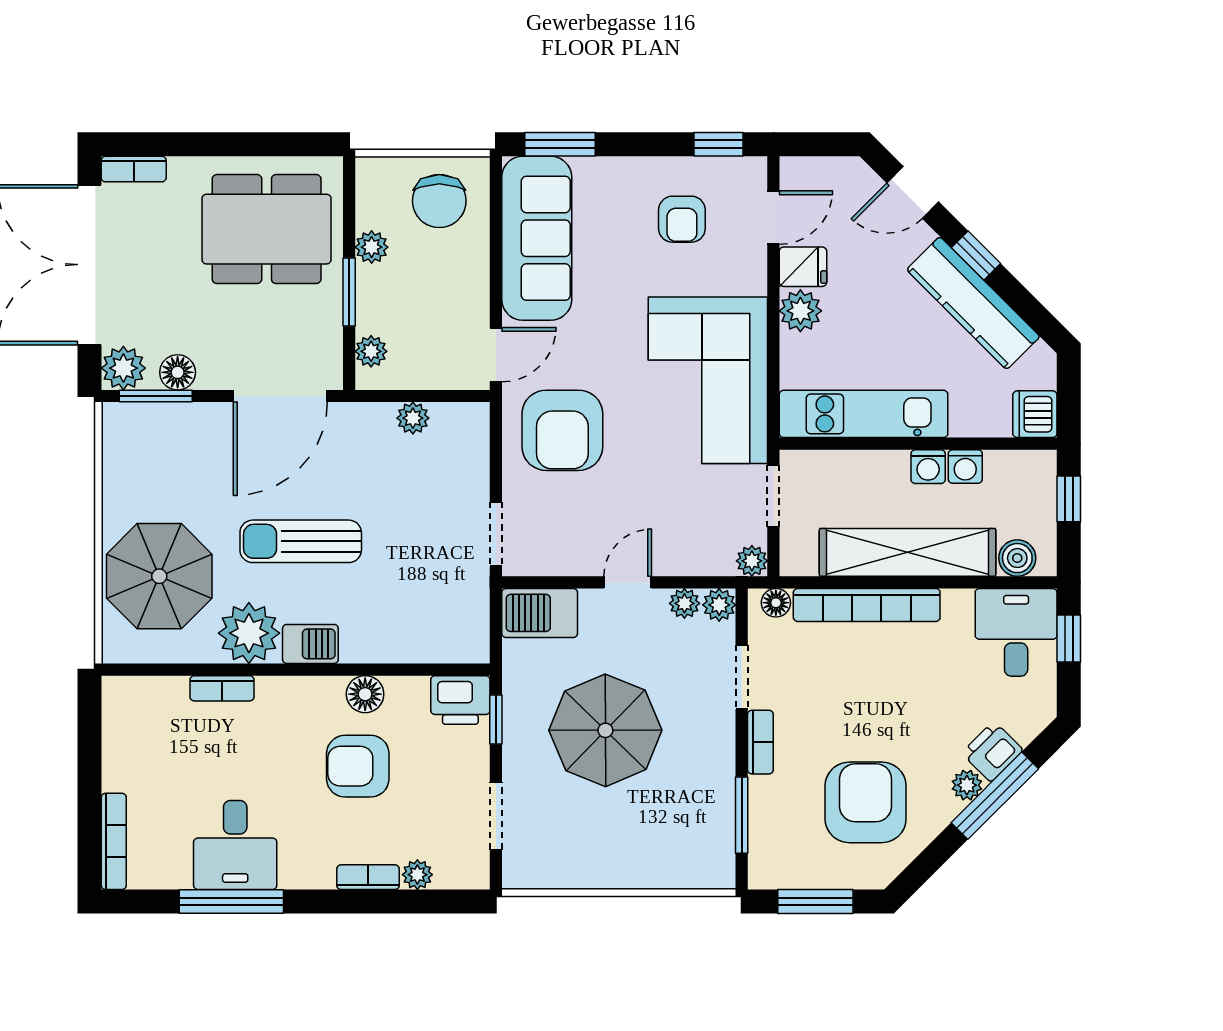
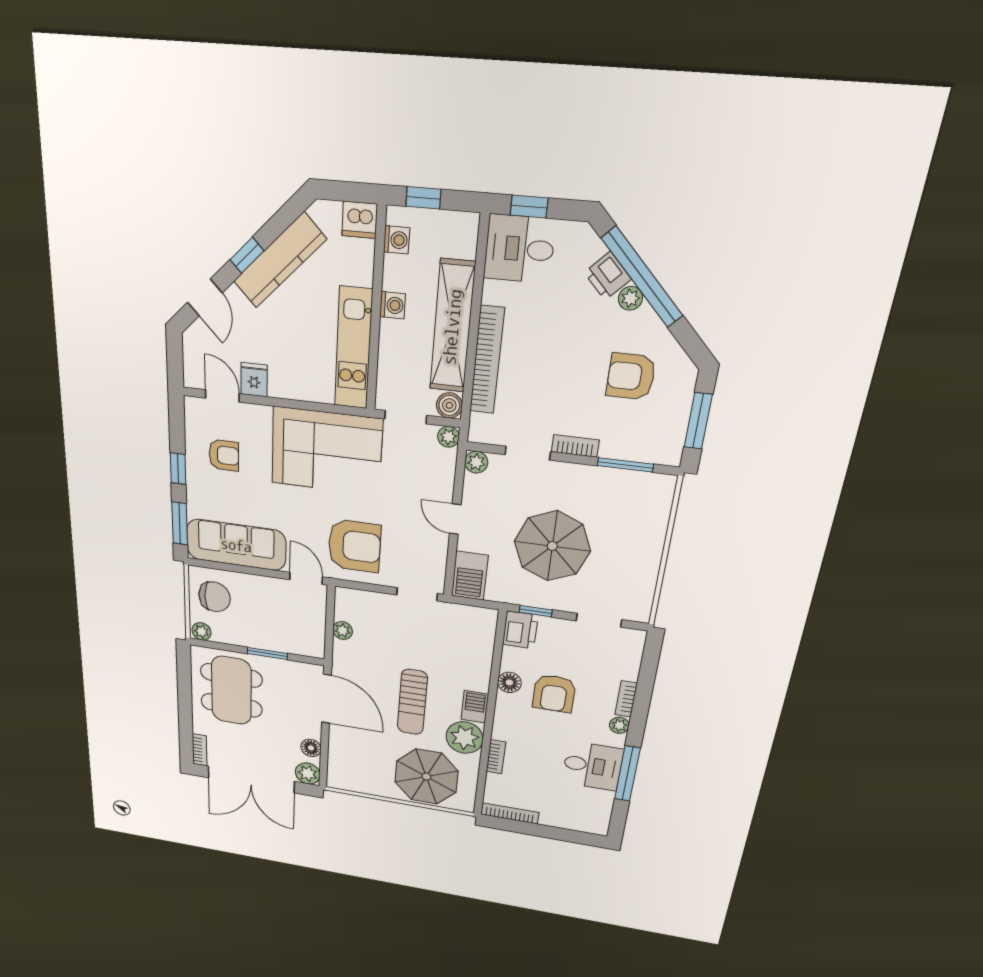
window: (719, 144) -> (178, 469), moved
plant: (372, 247) -> (202, 631), moved
plant: (800, 311) -> (283, 385), removed
plant: (371, 351) -> (302, 647), removed
window: (156, 396) -> (324, 761), removed
washing machine: (965, 466) -> (397, 240), moved
boiler: (1017, 558) -> (449, 405), moved
plant: (684, 603) -> (473, 485), removed
floor lamp: (776, 603) -> (479, 424), removed
window: (995, 796) -> (642, 277), width x1.46
armchair: (866, 802) -> (631, 376), width x0.73, depth x0.73
bookcase: (114, 841) -> (510, 813), moved
plant: (417, 875) -> (619, 725), moved

